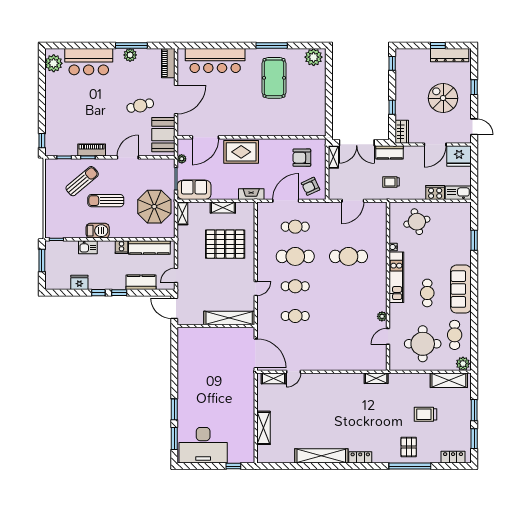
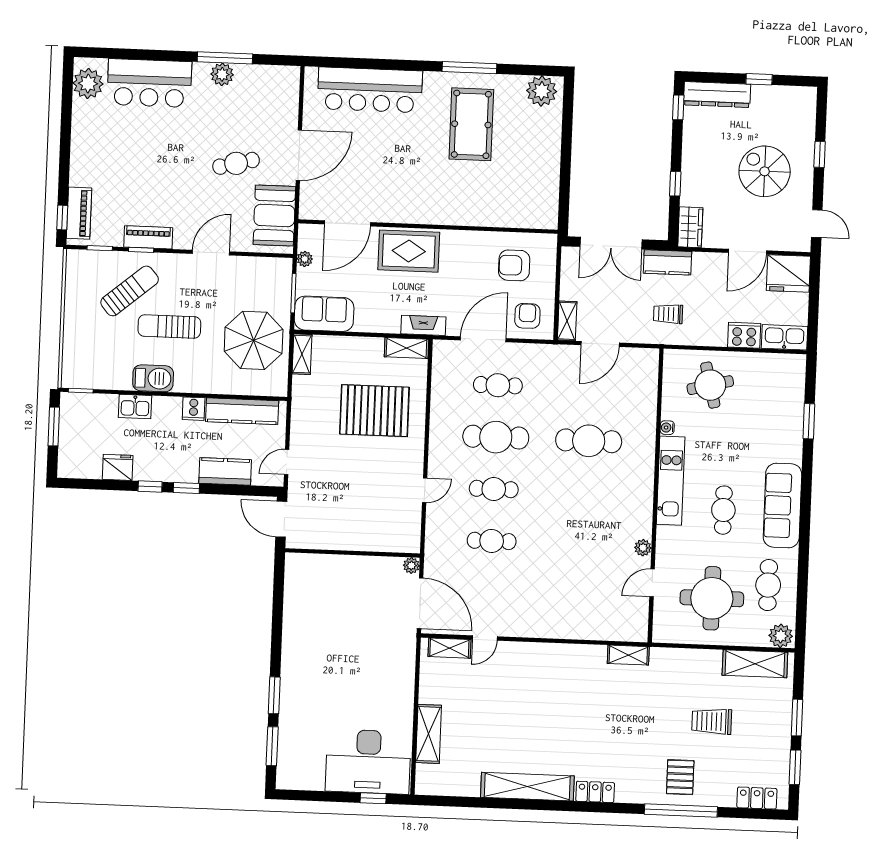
dresser: (450, 55) -> (717, 95), moved
piano: (168, 63) -> (79, 213), moved, turned 180
shelving: (333, 157) -> (567, 321), moved
armchair: (311, 186) -> (527, 316), turned 115
shelving: (223, 207) -> (406, 348), moved
shelving: (229, 318) -> (376, 540), removed
plant: (250, 332) -> (411, 565), added
desk: (203, 445) -> (368, 762), moved

